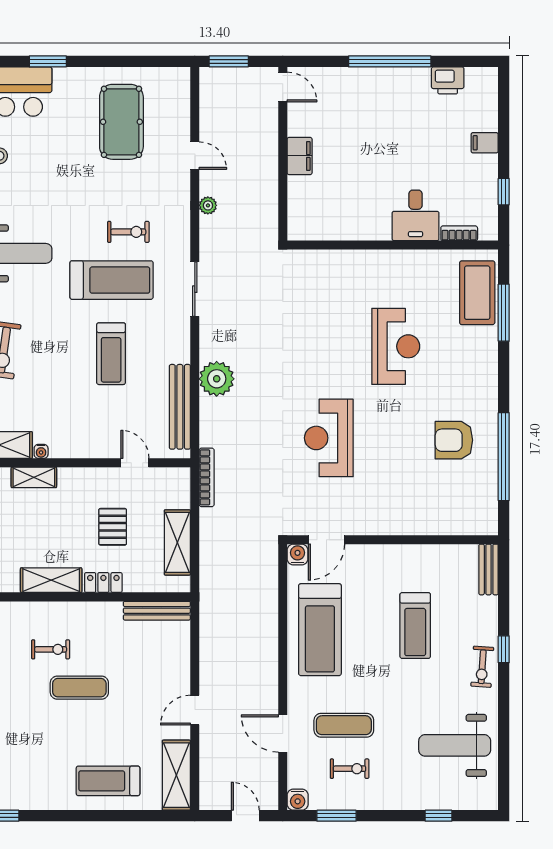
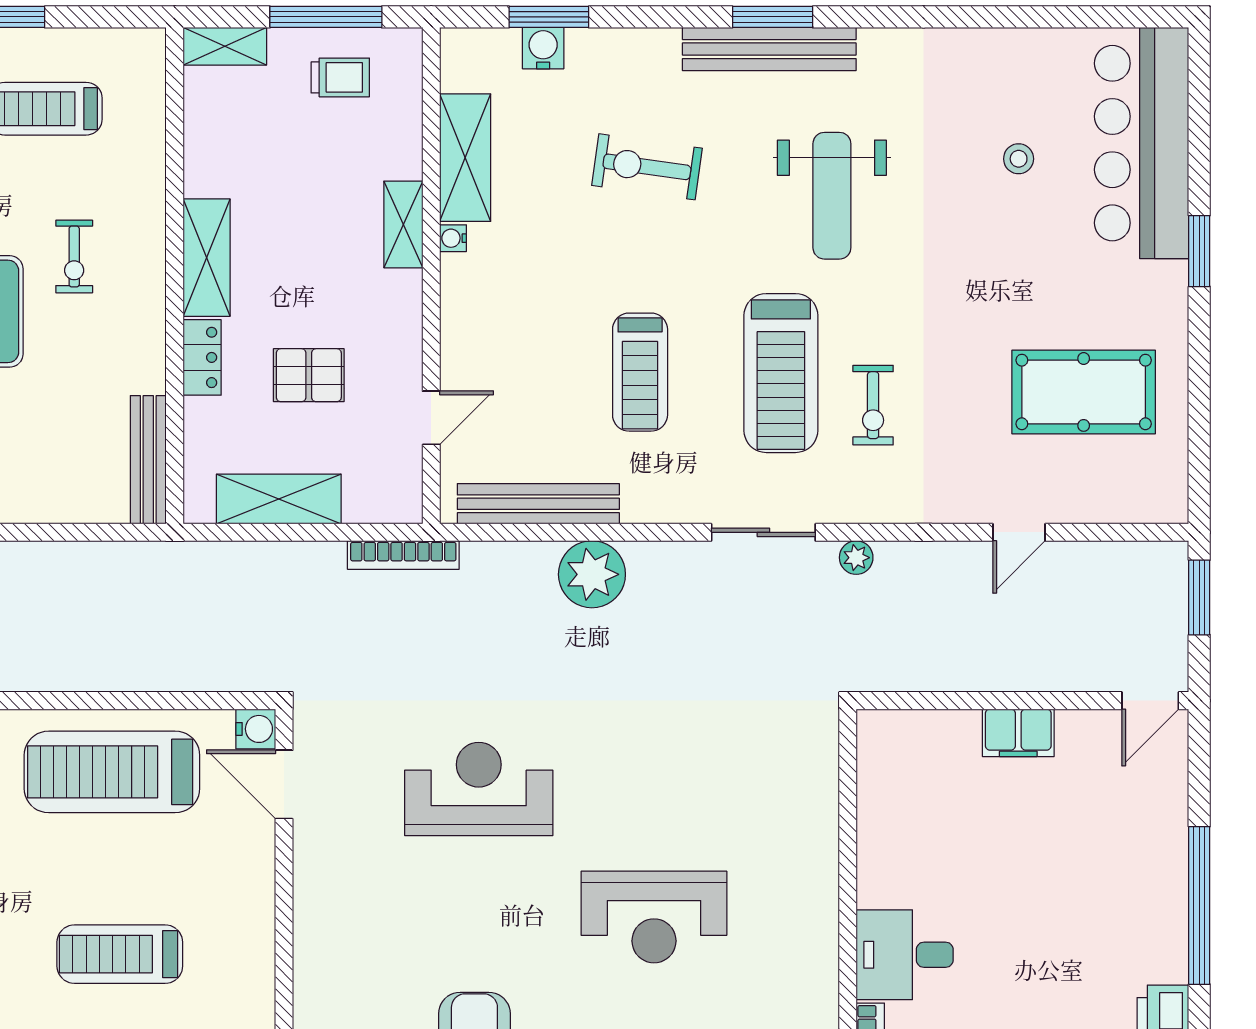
plant: (208, 205) -> (856, 558), moved
treadmill: (111, 354) -> (640, 372), turned -90

